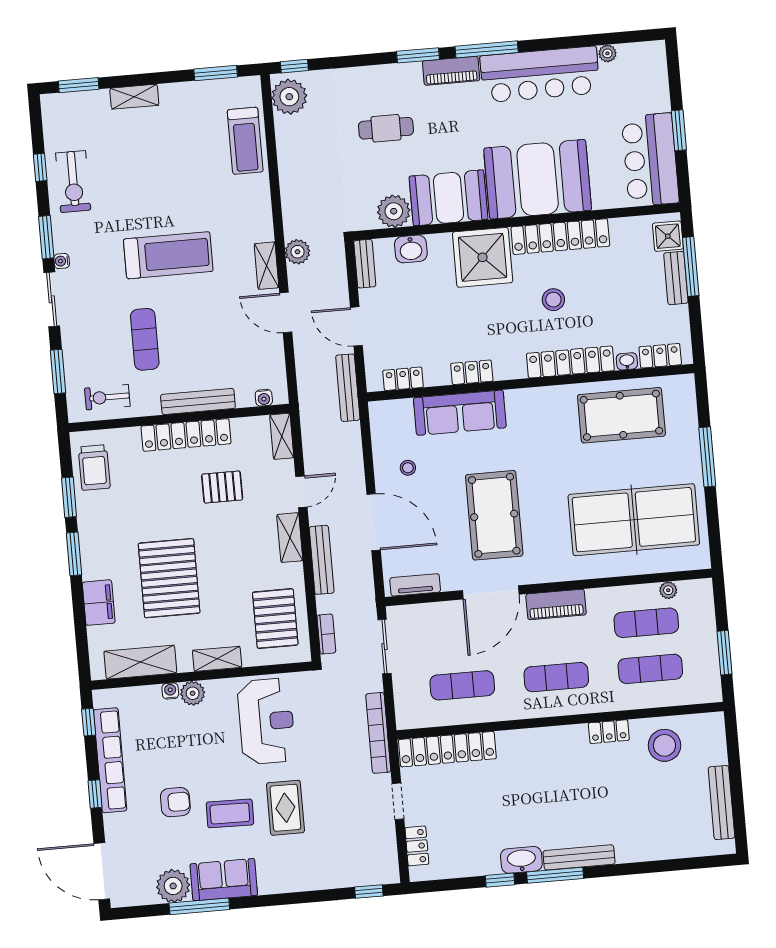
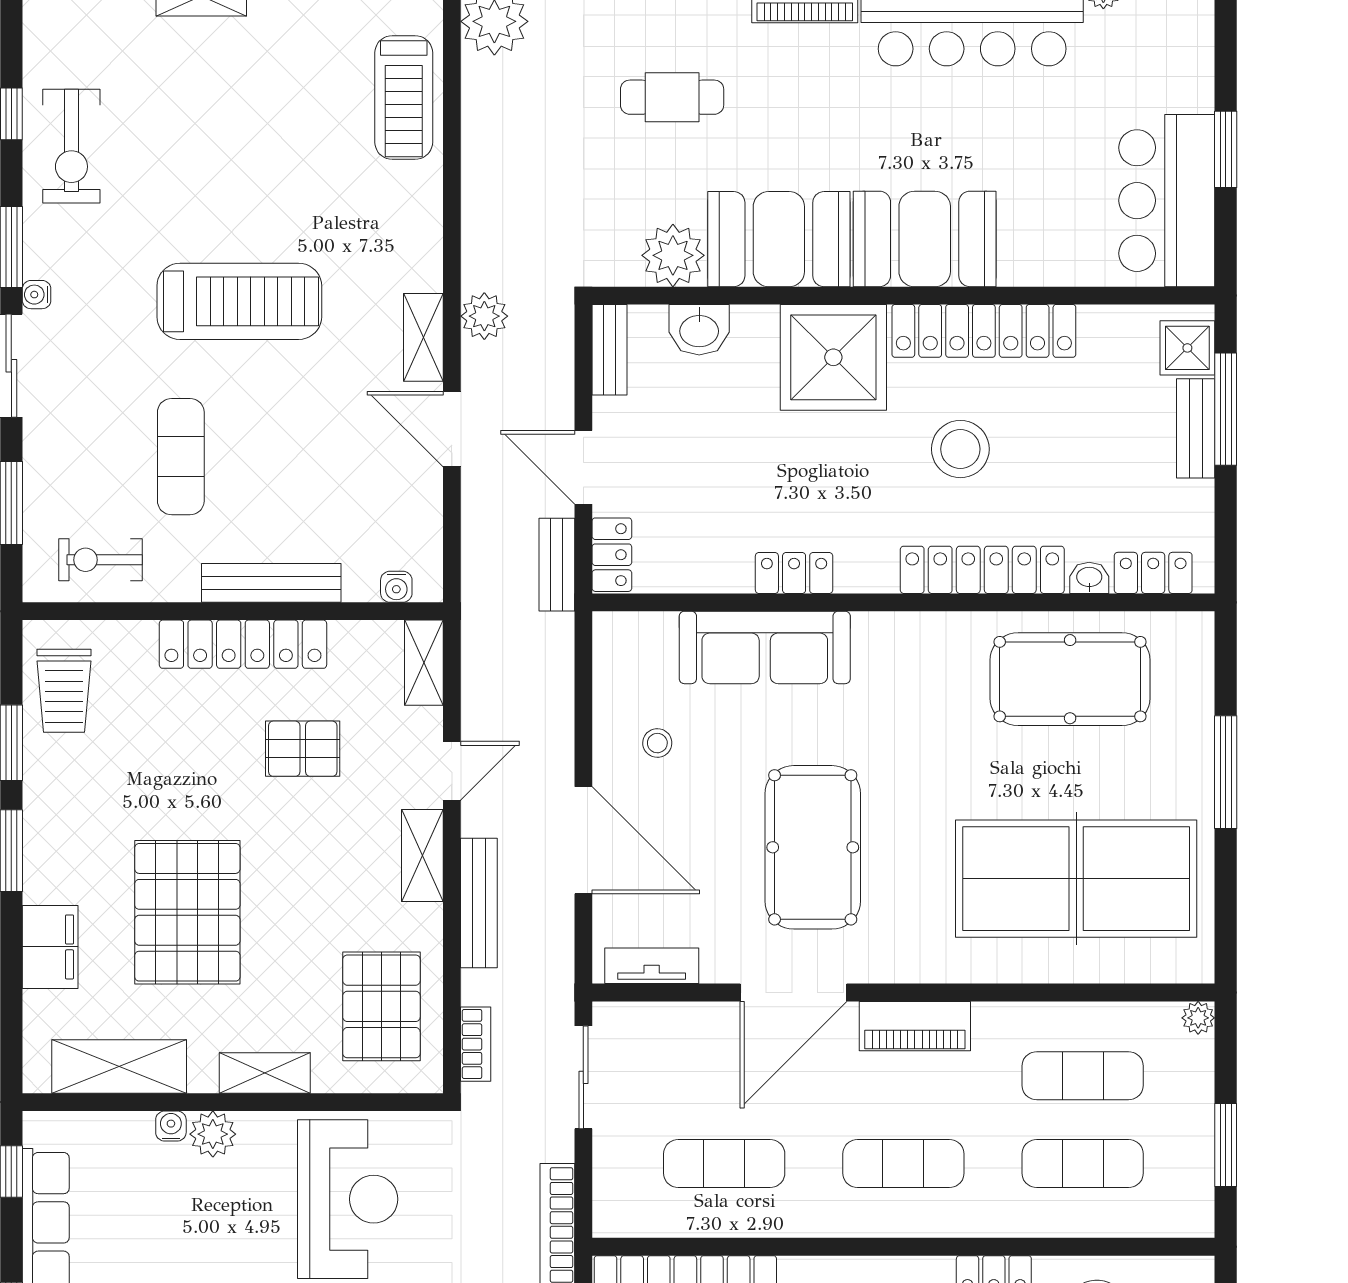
booth: (538, 179) -> (925, 239), width x0.73, depth x0.70
stool: (553, 300) -> (960, 449), width x1.38, depth x1.38
locker: (403, 379) -> (612, 555), moved, turned 90
bench: (348, 388) -> (557, 565), width x0.73
plant: (668, 590) -> (1198, 1018), moved

